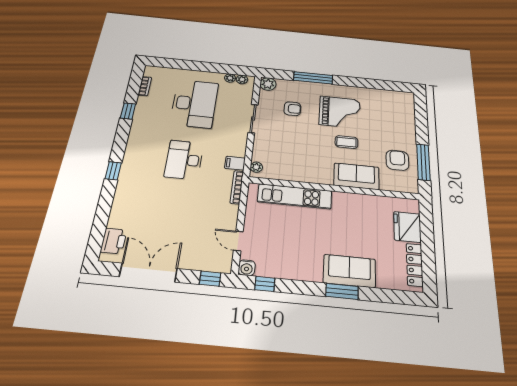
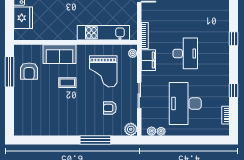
grand piano: (340, 112) -> (103, 71), moved, turned -90
filing cabinet: (235, 163) -> (148, 60), width x2.00

